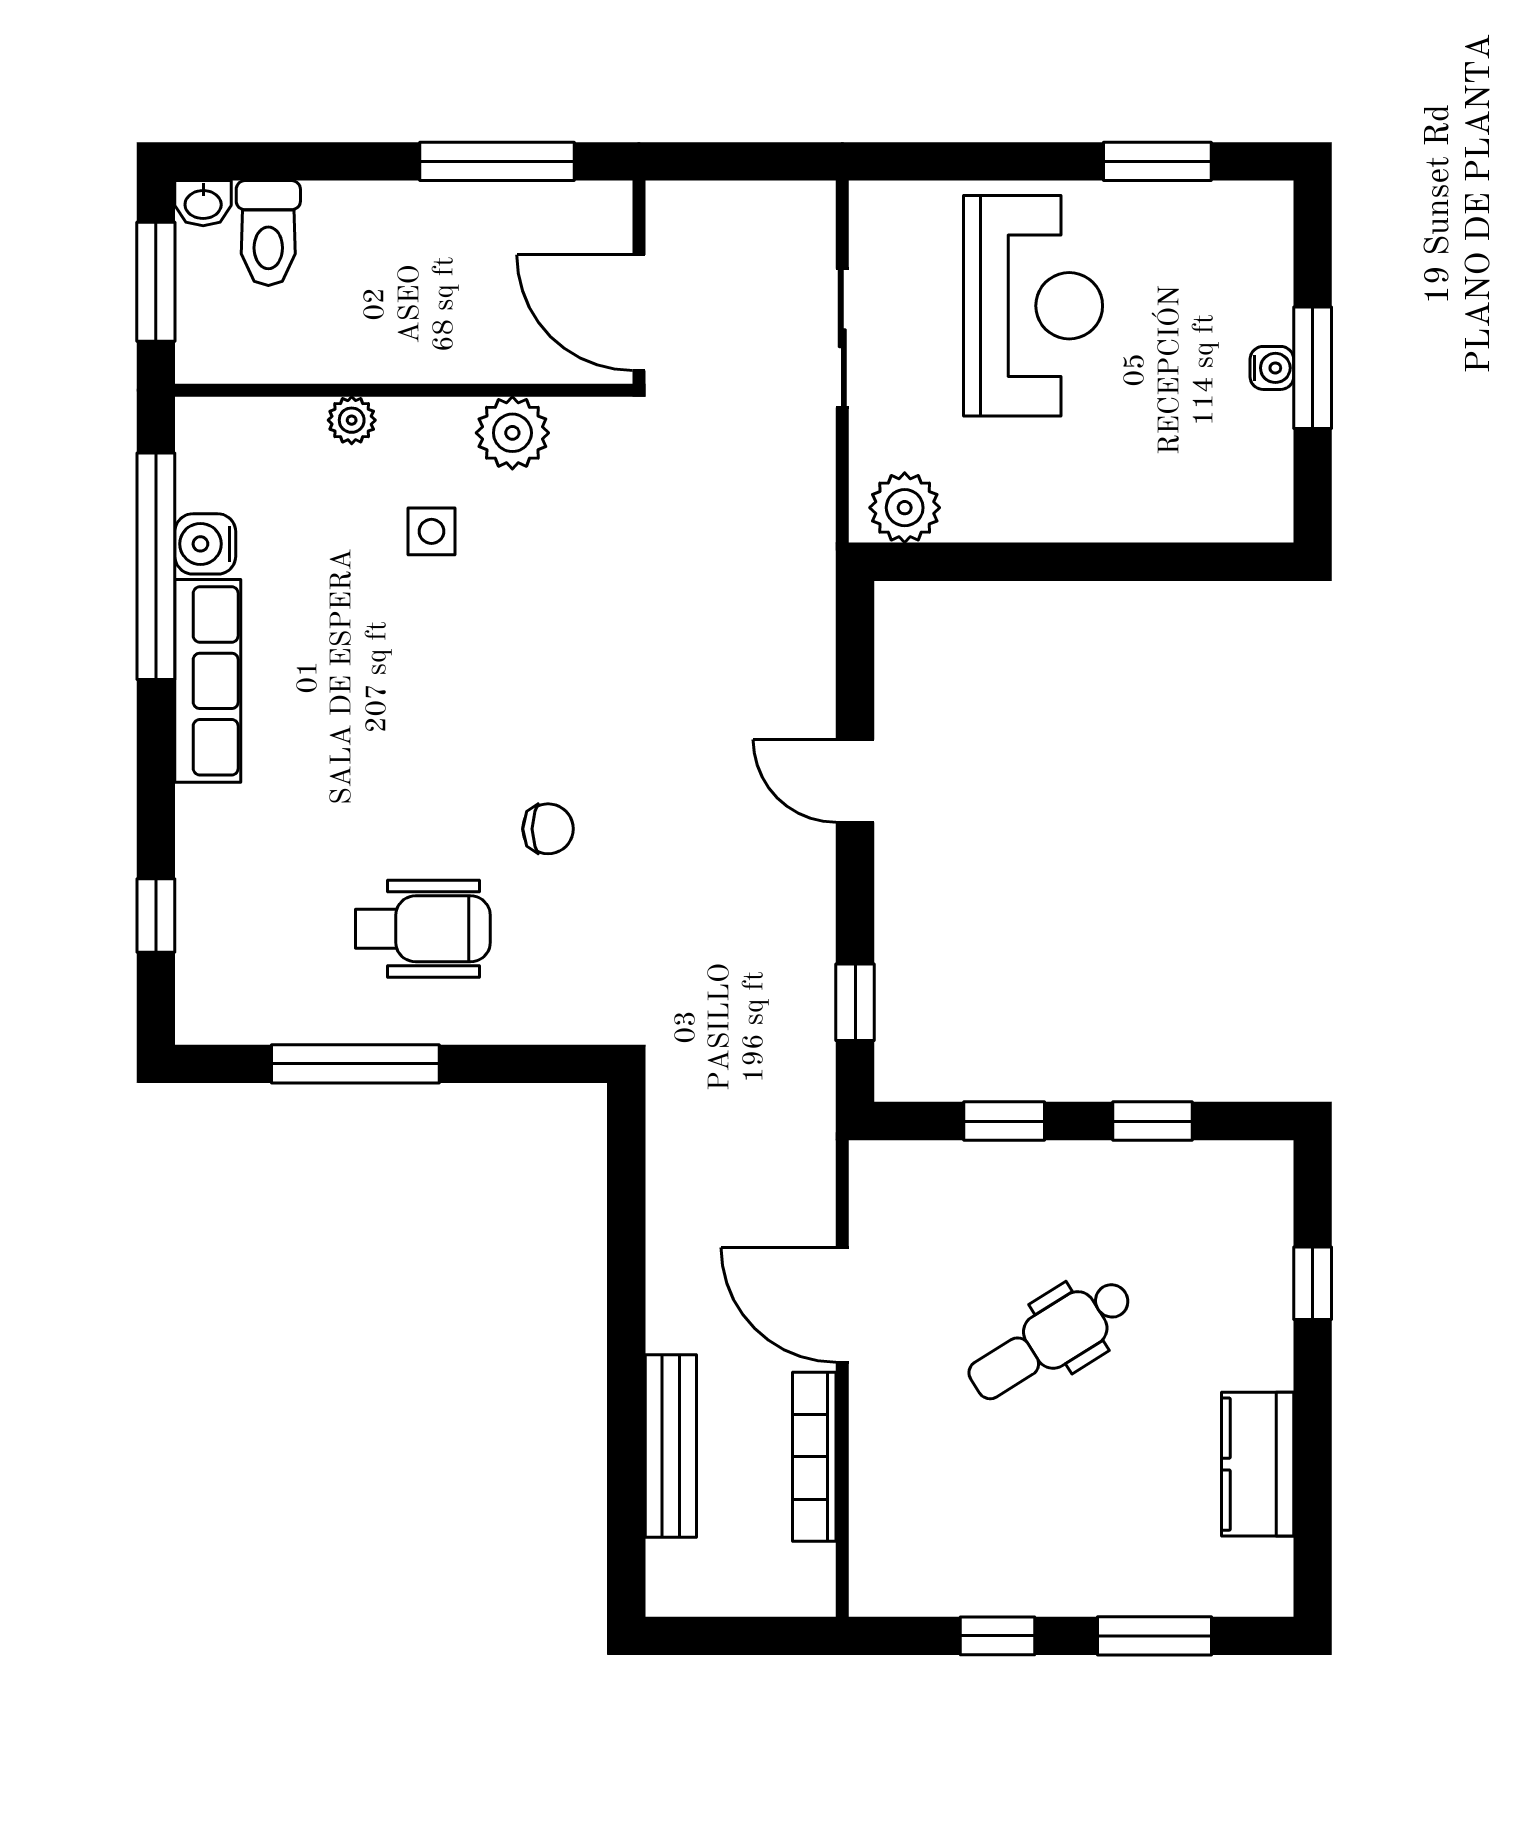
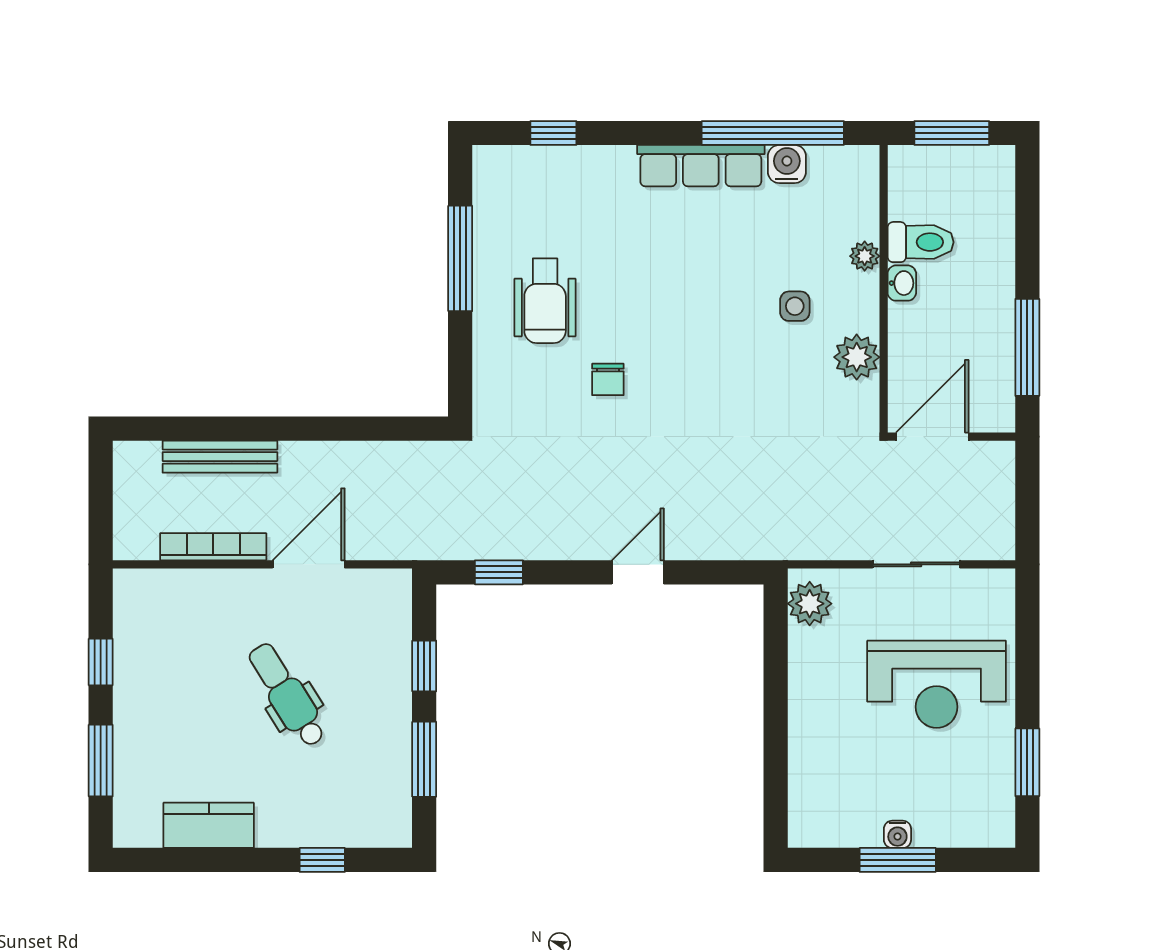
washbasin: (203, 203) -> (902, 283), moved, turned 180
toilet: (268, 233) -> (921, 242), moved, turned 180
window: (1152, 1121) -> (424, 759), width x1.50

